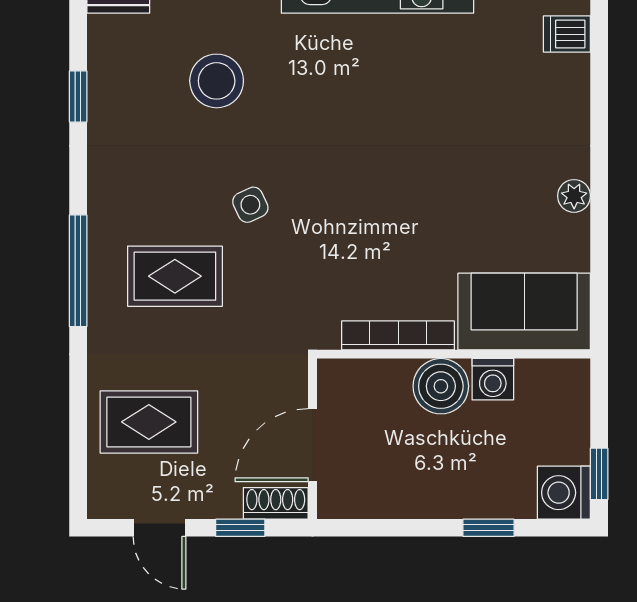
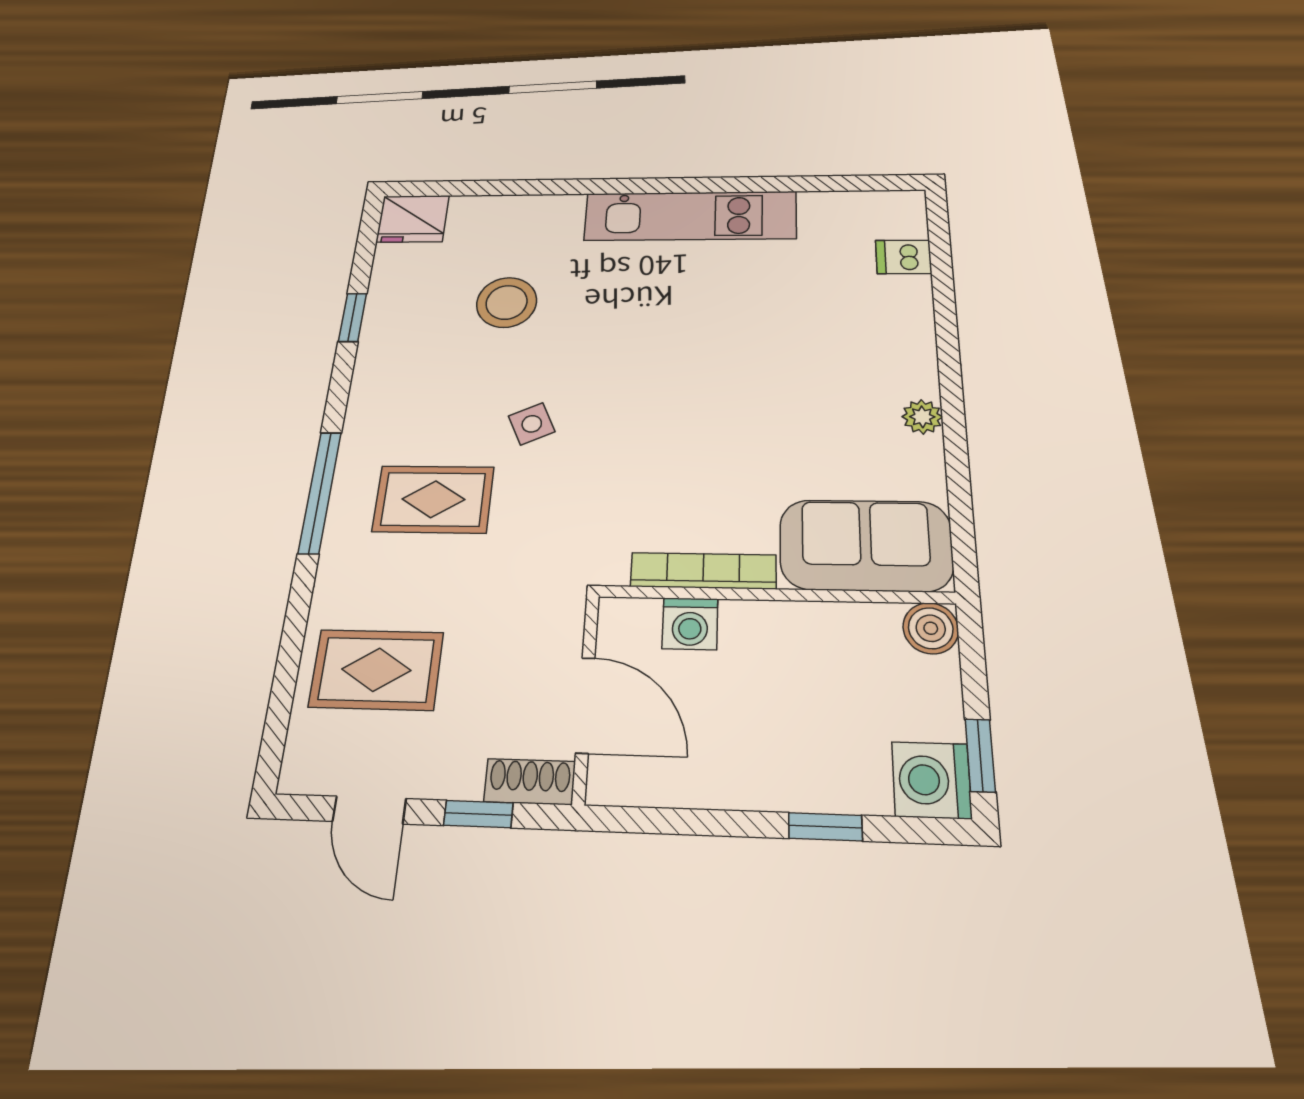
washing machine: (493, 379) -> (690, 624), moved
boiler: (441, 386) -> (931, 628), moved, width x0.73, depth x0.73
door: (313, 445) -> (585, 705), swing flipped

